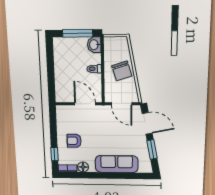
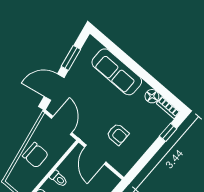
chair: (122, 71) -> (36, 155), turned 107
door: (147, 123) -> (54, 87), hinge flipped
armchair: (74, 141) -> (118, 134), moved

